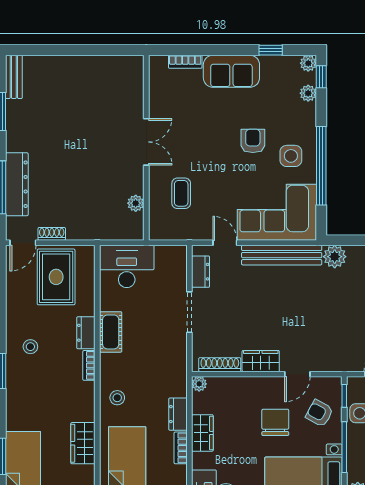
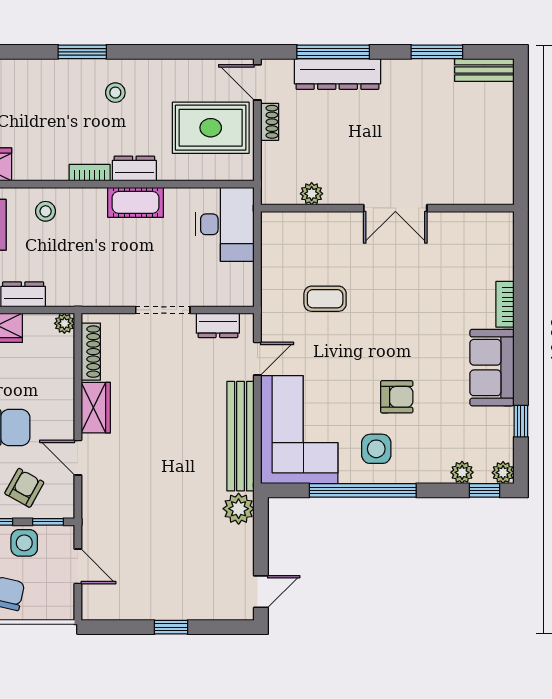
double door: (146, 142) -> (395, 208), moved
wall: (146, 148) -> (387, 208), moved
plant: (136, 203) -> (312, 194), moved

